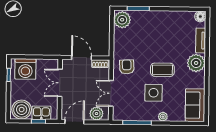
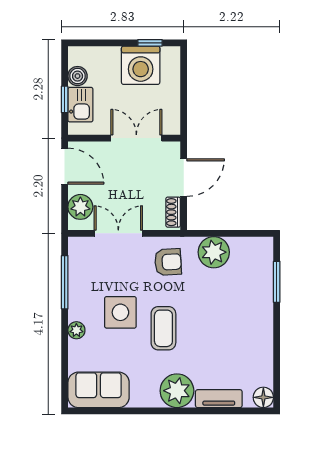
plant: (122, 20) -> (214, 252), moved
washing machine: (25, 69) -> (141, 65), moved, turned -90
boiler: (22, 110) -> (78, 76), width x0.54, depth x0.54

